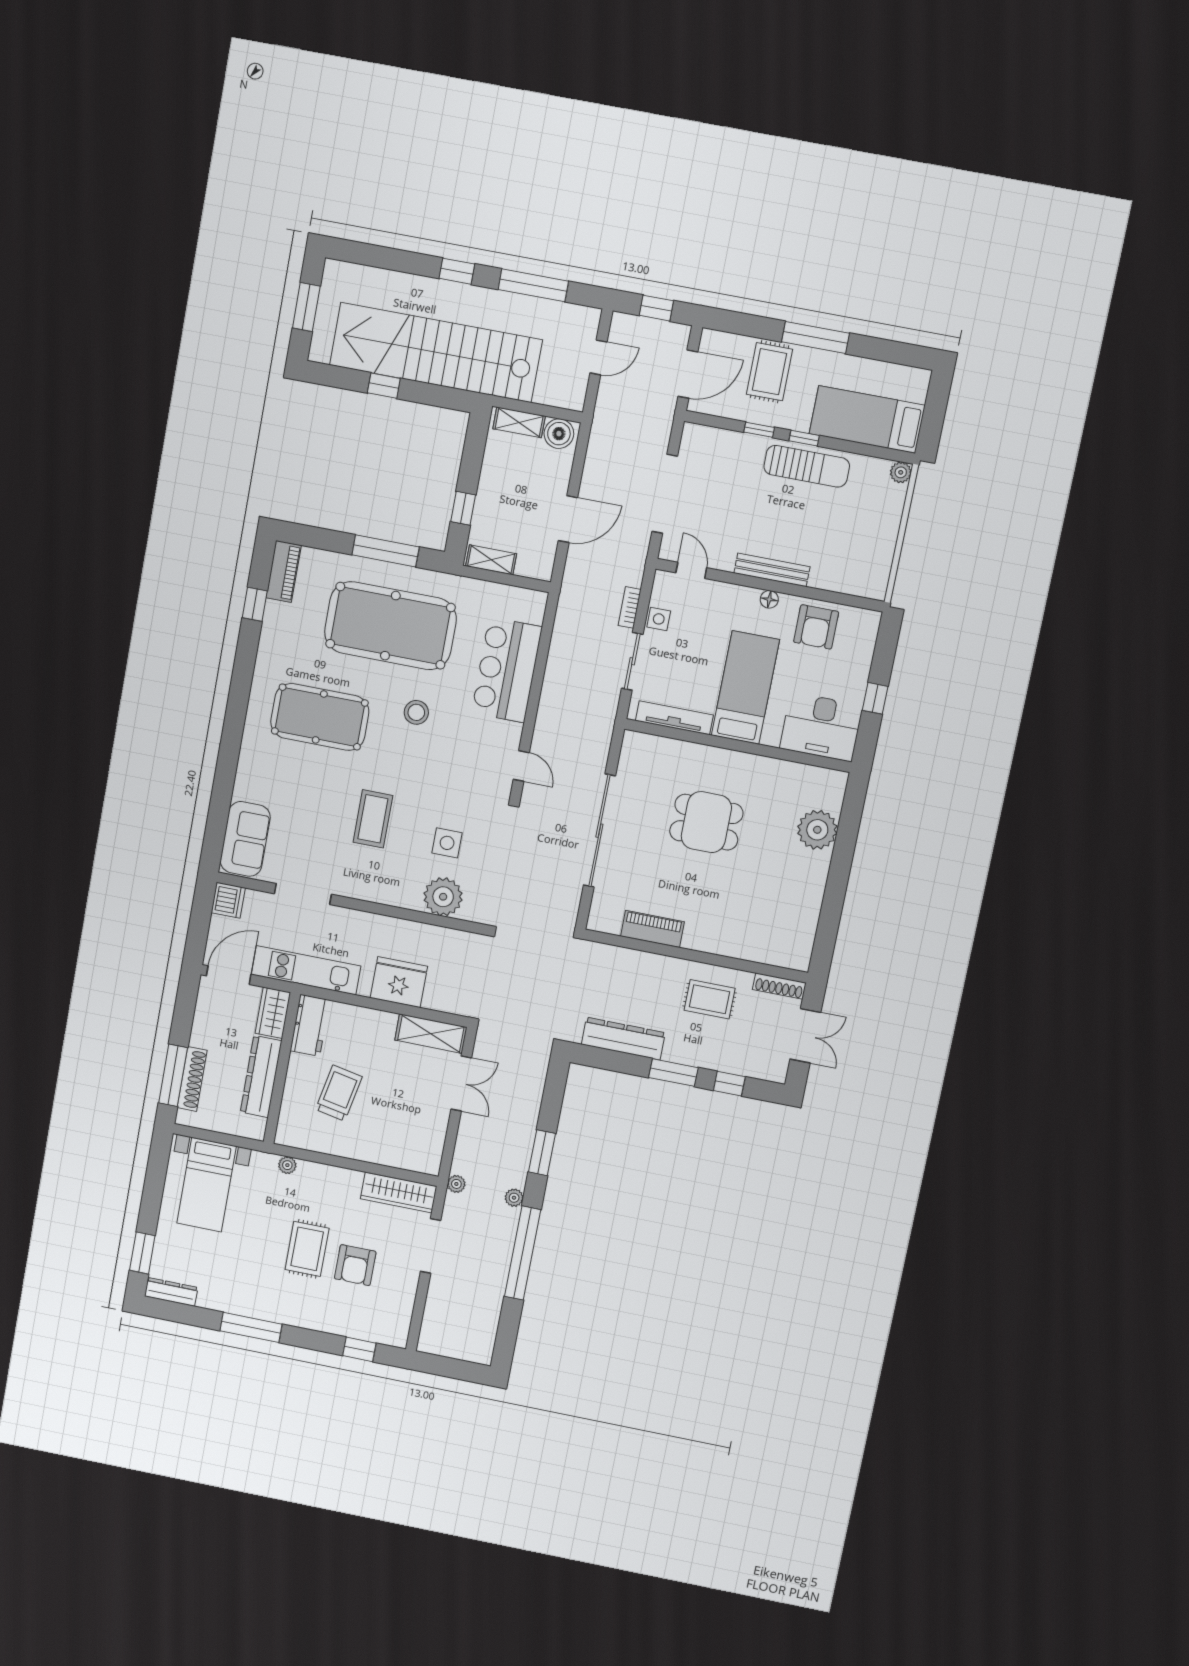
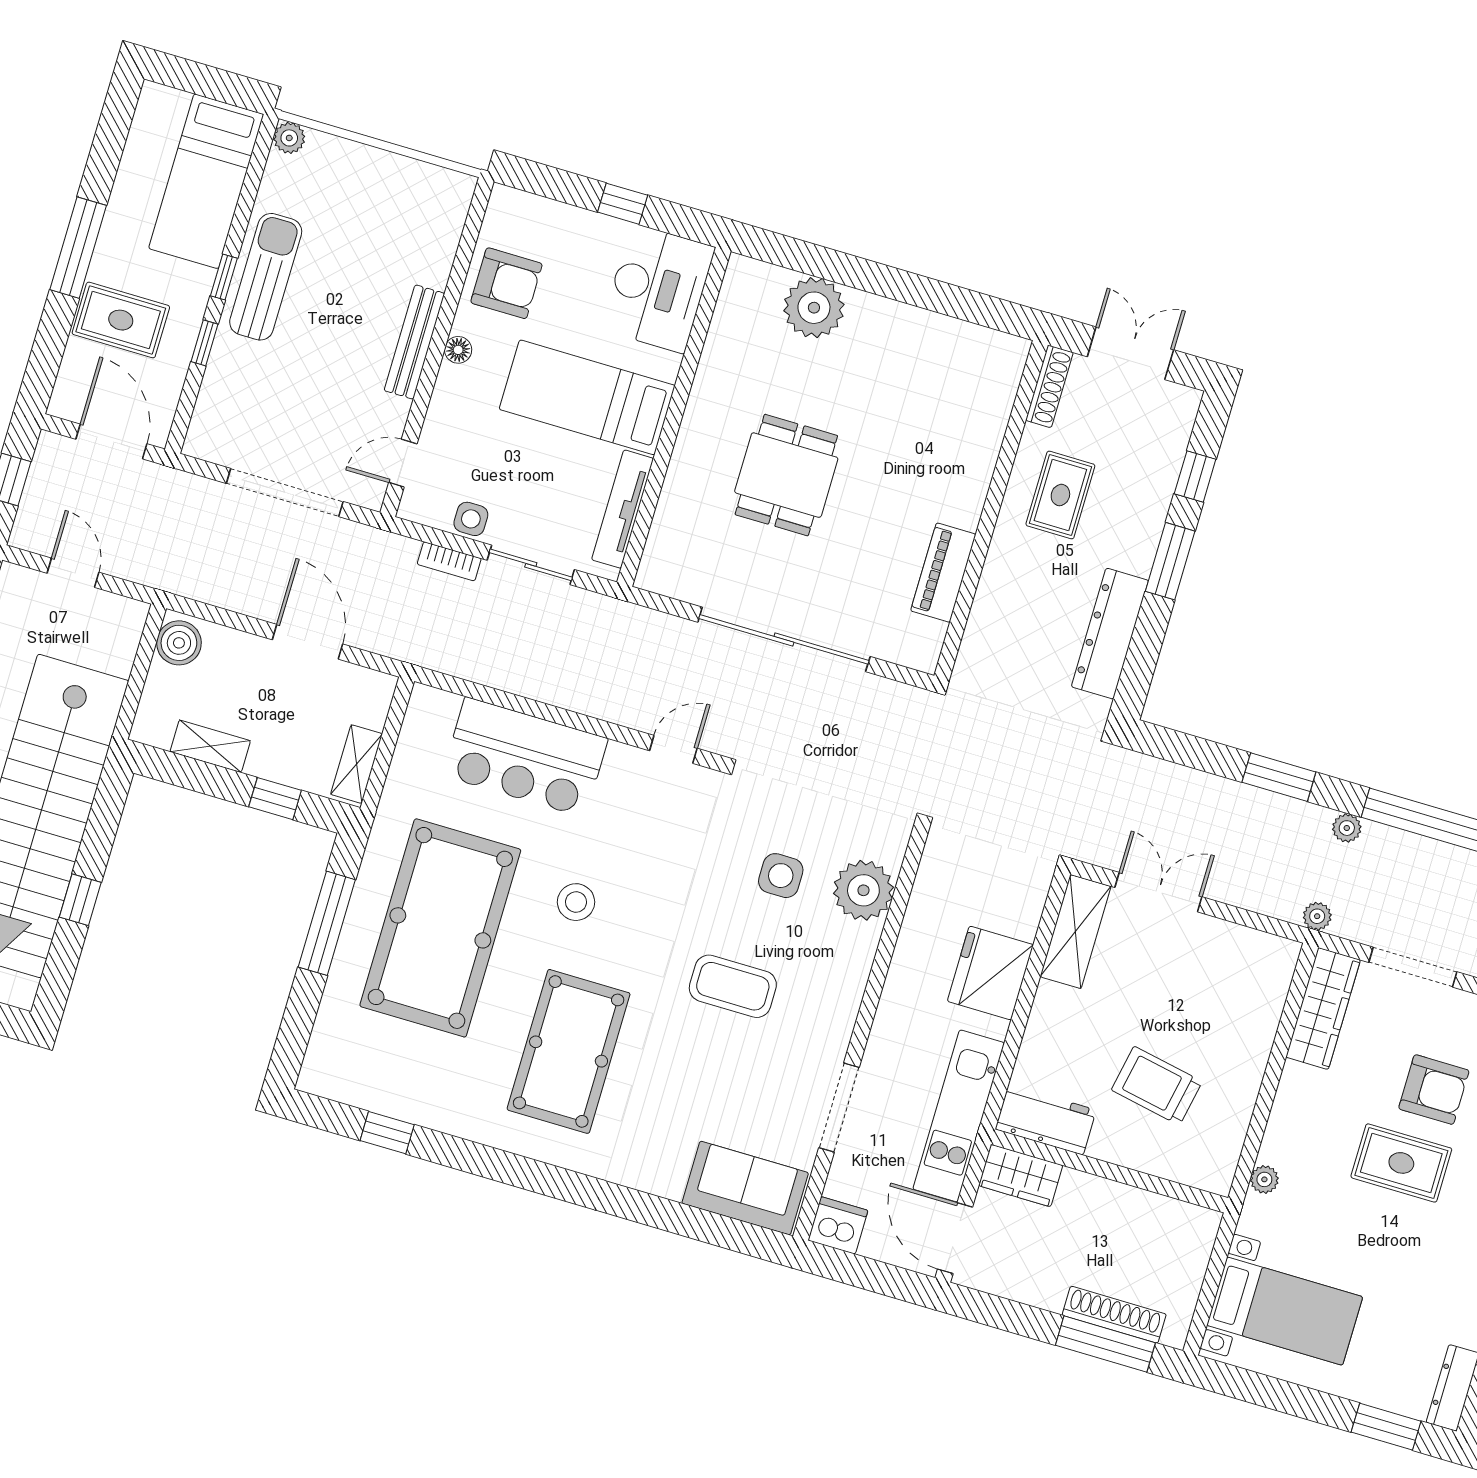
shelving: (519, 422) -> (210, 746), moved, turned 90
piano: (284, 572) -> (342, 1083), removed
dresser: (261, 1076) -> (1120, 1205), removed

